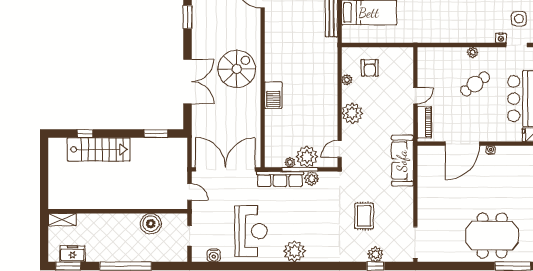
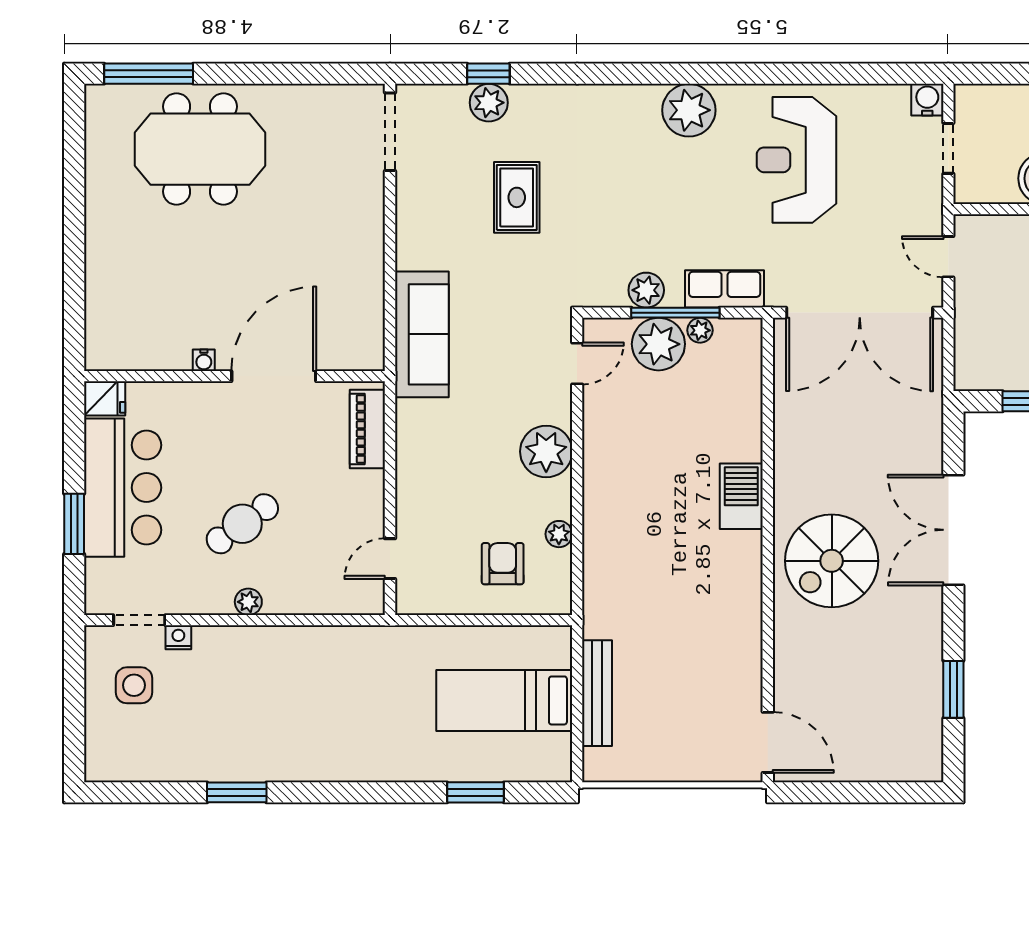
door: (415, 96) -> (390, 559), moved
row of seats: (280, 179) -> (725, 289), width x0.68
water cooler: (214, 256) -> (927, 100), moved

